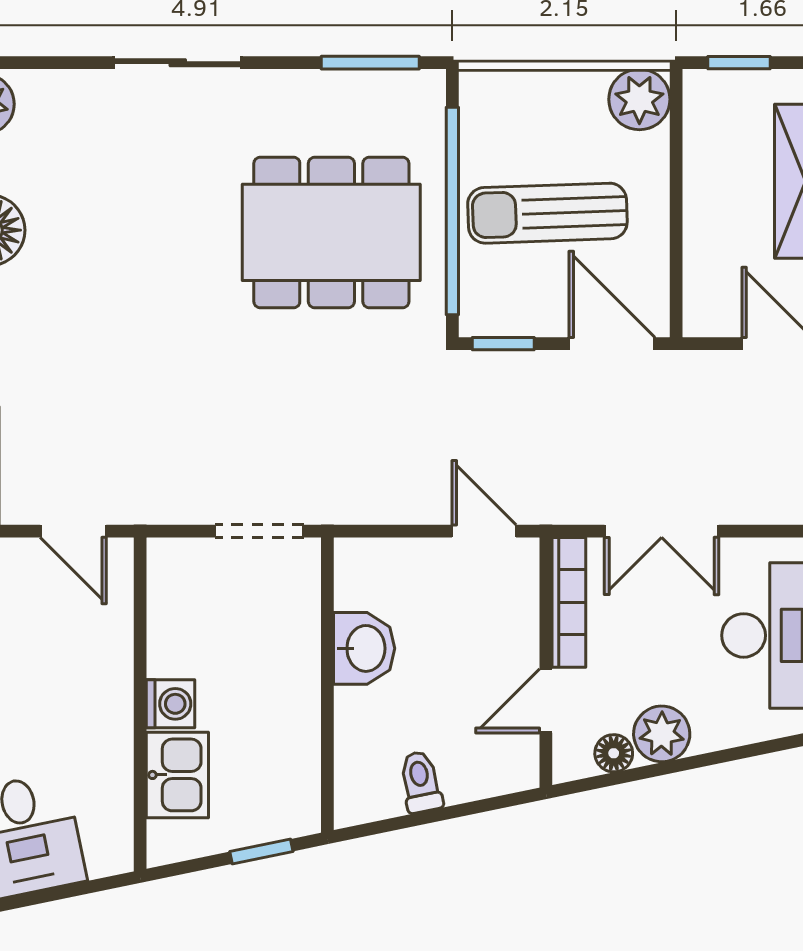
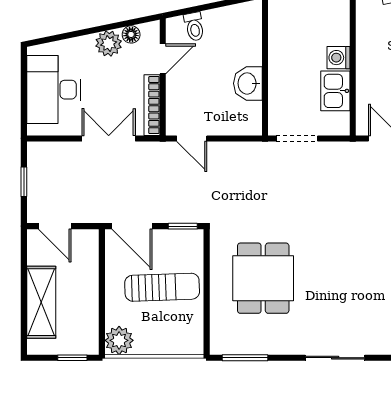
window: (452, 211) -> (207, 288), removed
dining table: (331, 232) -> (263, 278), width x0.73
kitchen sink: (177, 775) -> (335, 91), moved
toilet: (421, 782) -> (194, 27), moved

